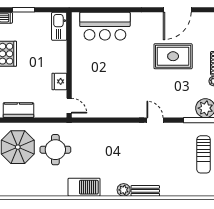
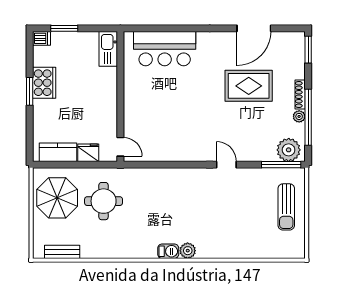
fridge: (59, 81) -> (88, 153), moved, turned 90
barbecue: (84, 187) -> (168, 251), moved, width x0.53, depth x0.65
bench: (145, 191) -> (62, 252), moved

